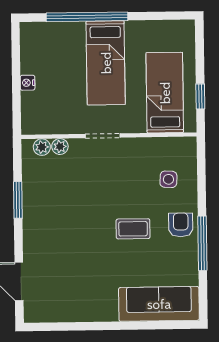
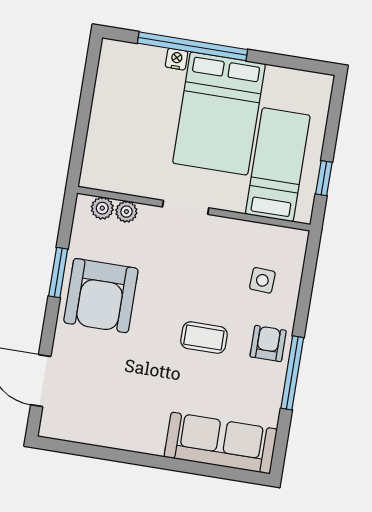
bed: (106, 63) -> (219, 113), width x1.50
nightstand: (28, 83) -> (177, 59), moved, turned 90
armchair: (52, 211) -> (101, 296), added

